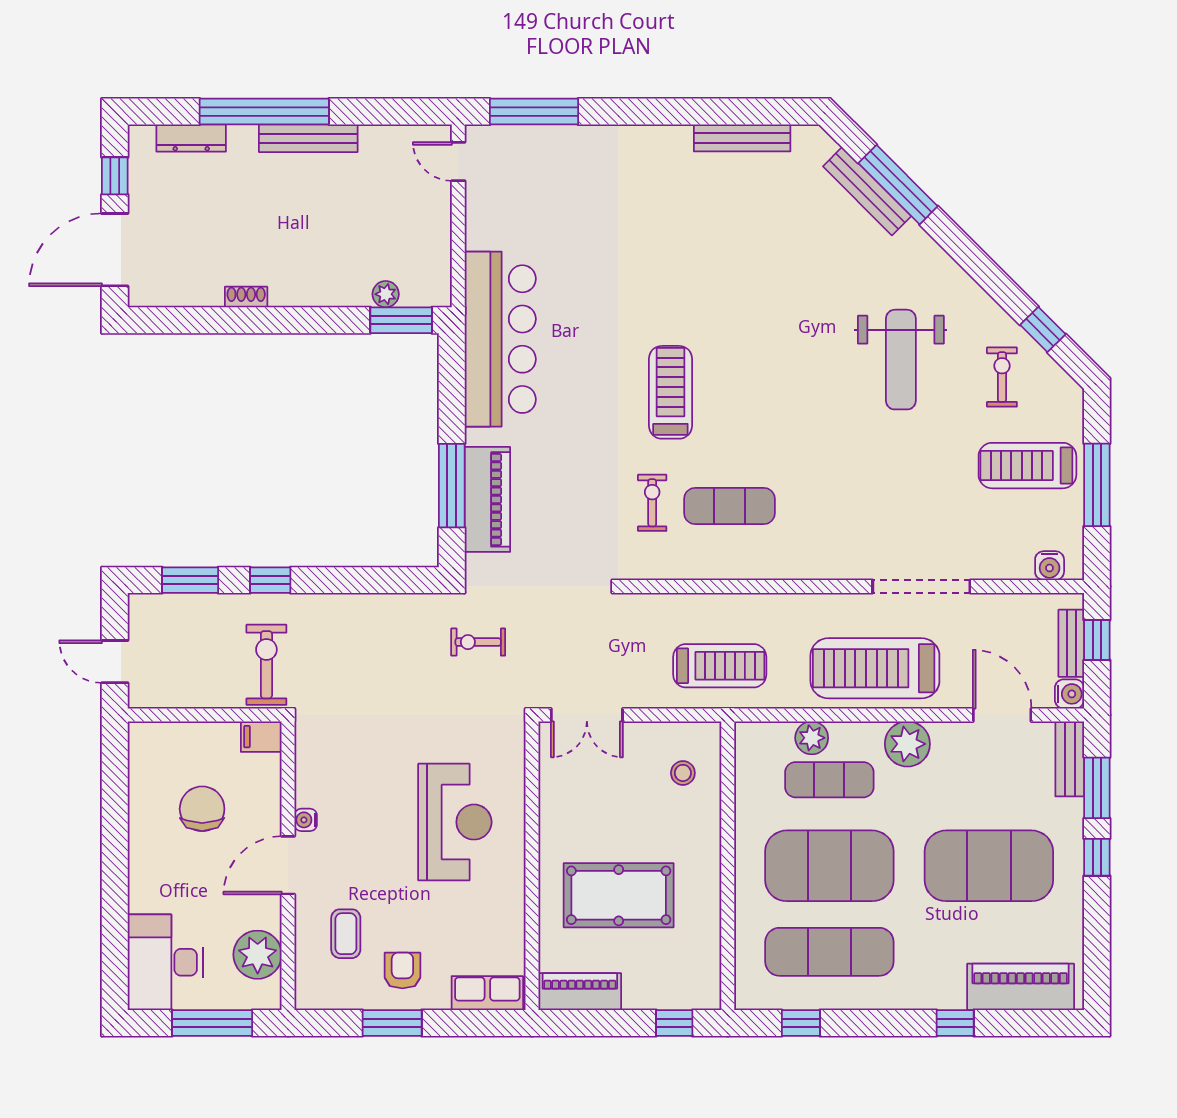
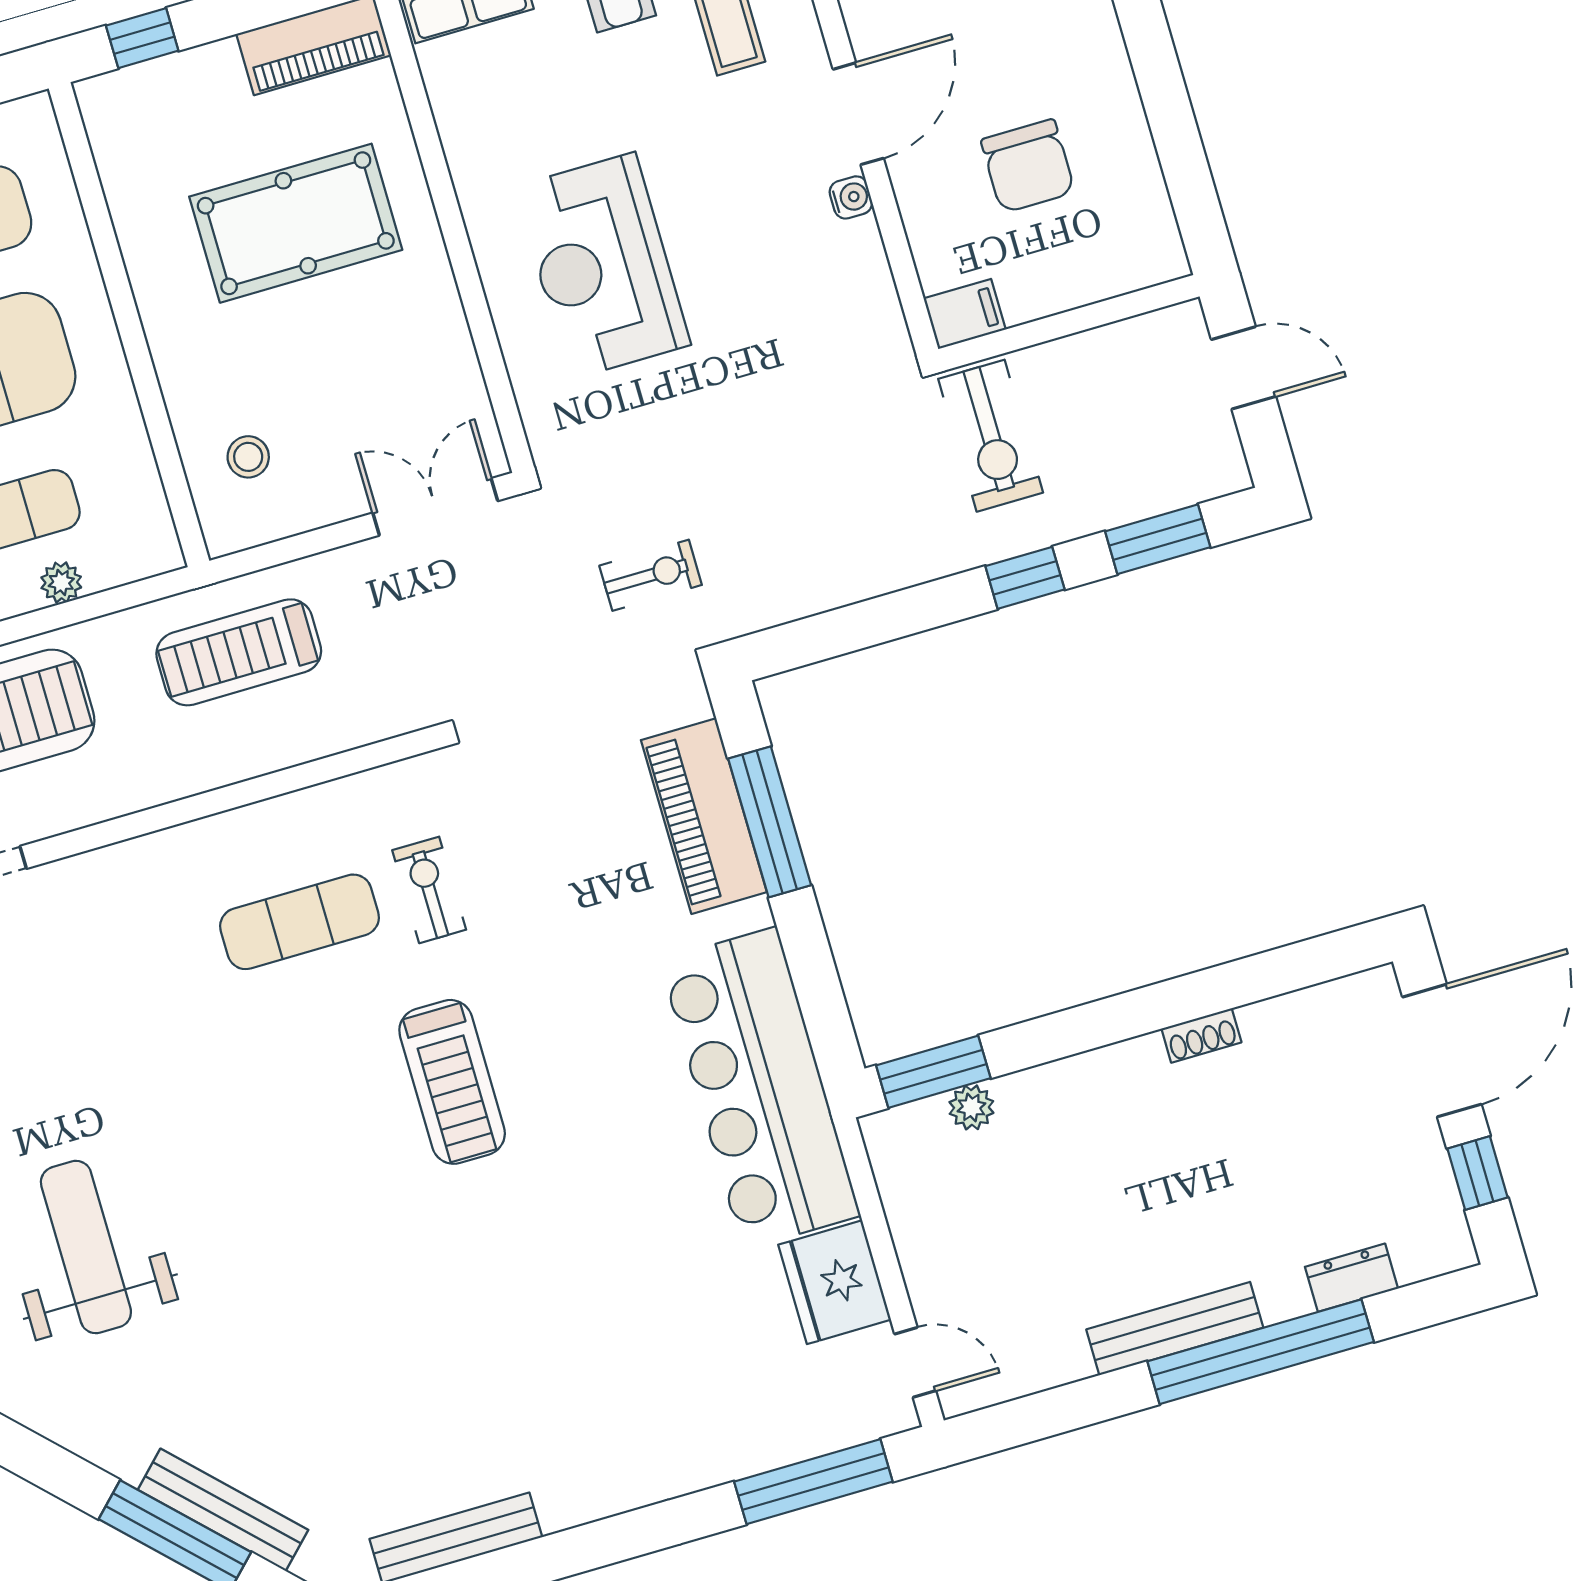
dresser: (191, 138) -> (1351, 1278), width x0.70
fridge: (490, 219) -> (835, 1282), added
exercise bike: (652, 503) -> (429, 890), turned 180
plant: (812, 738) -> (61, 582), width x0.73, depth x0.73

